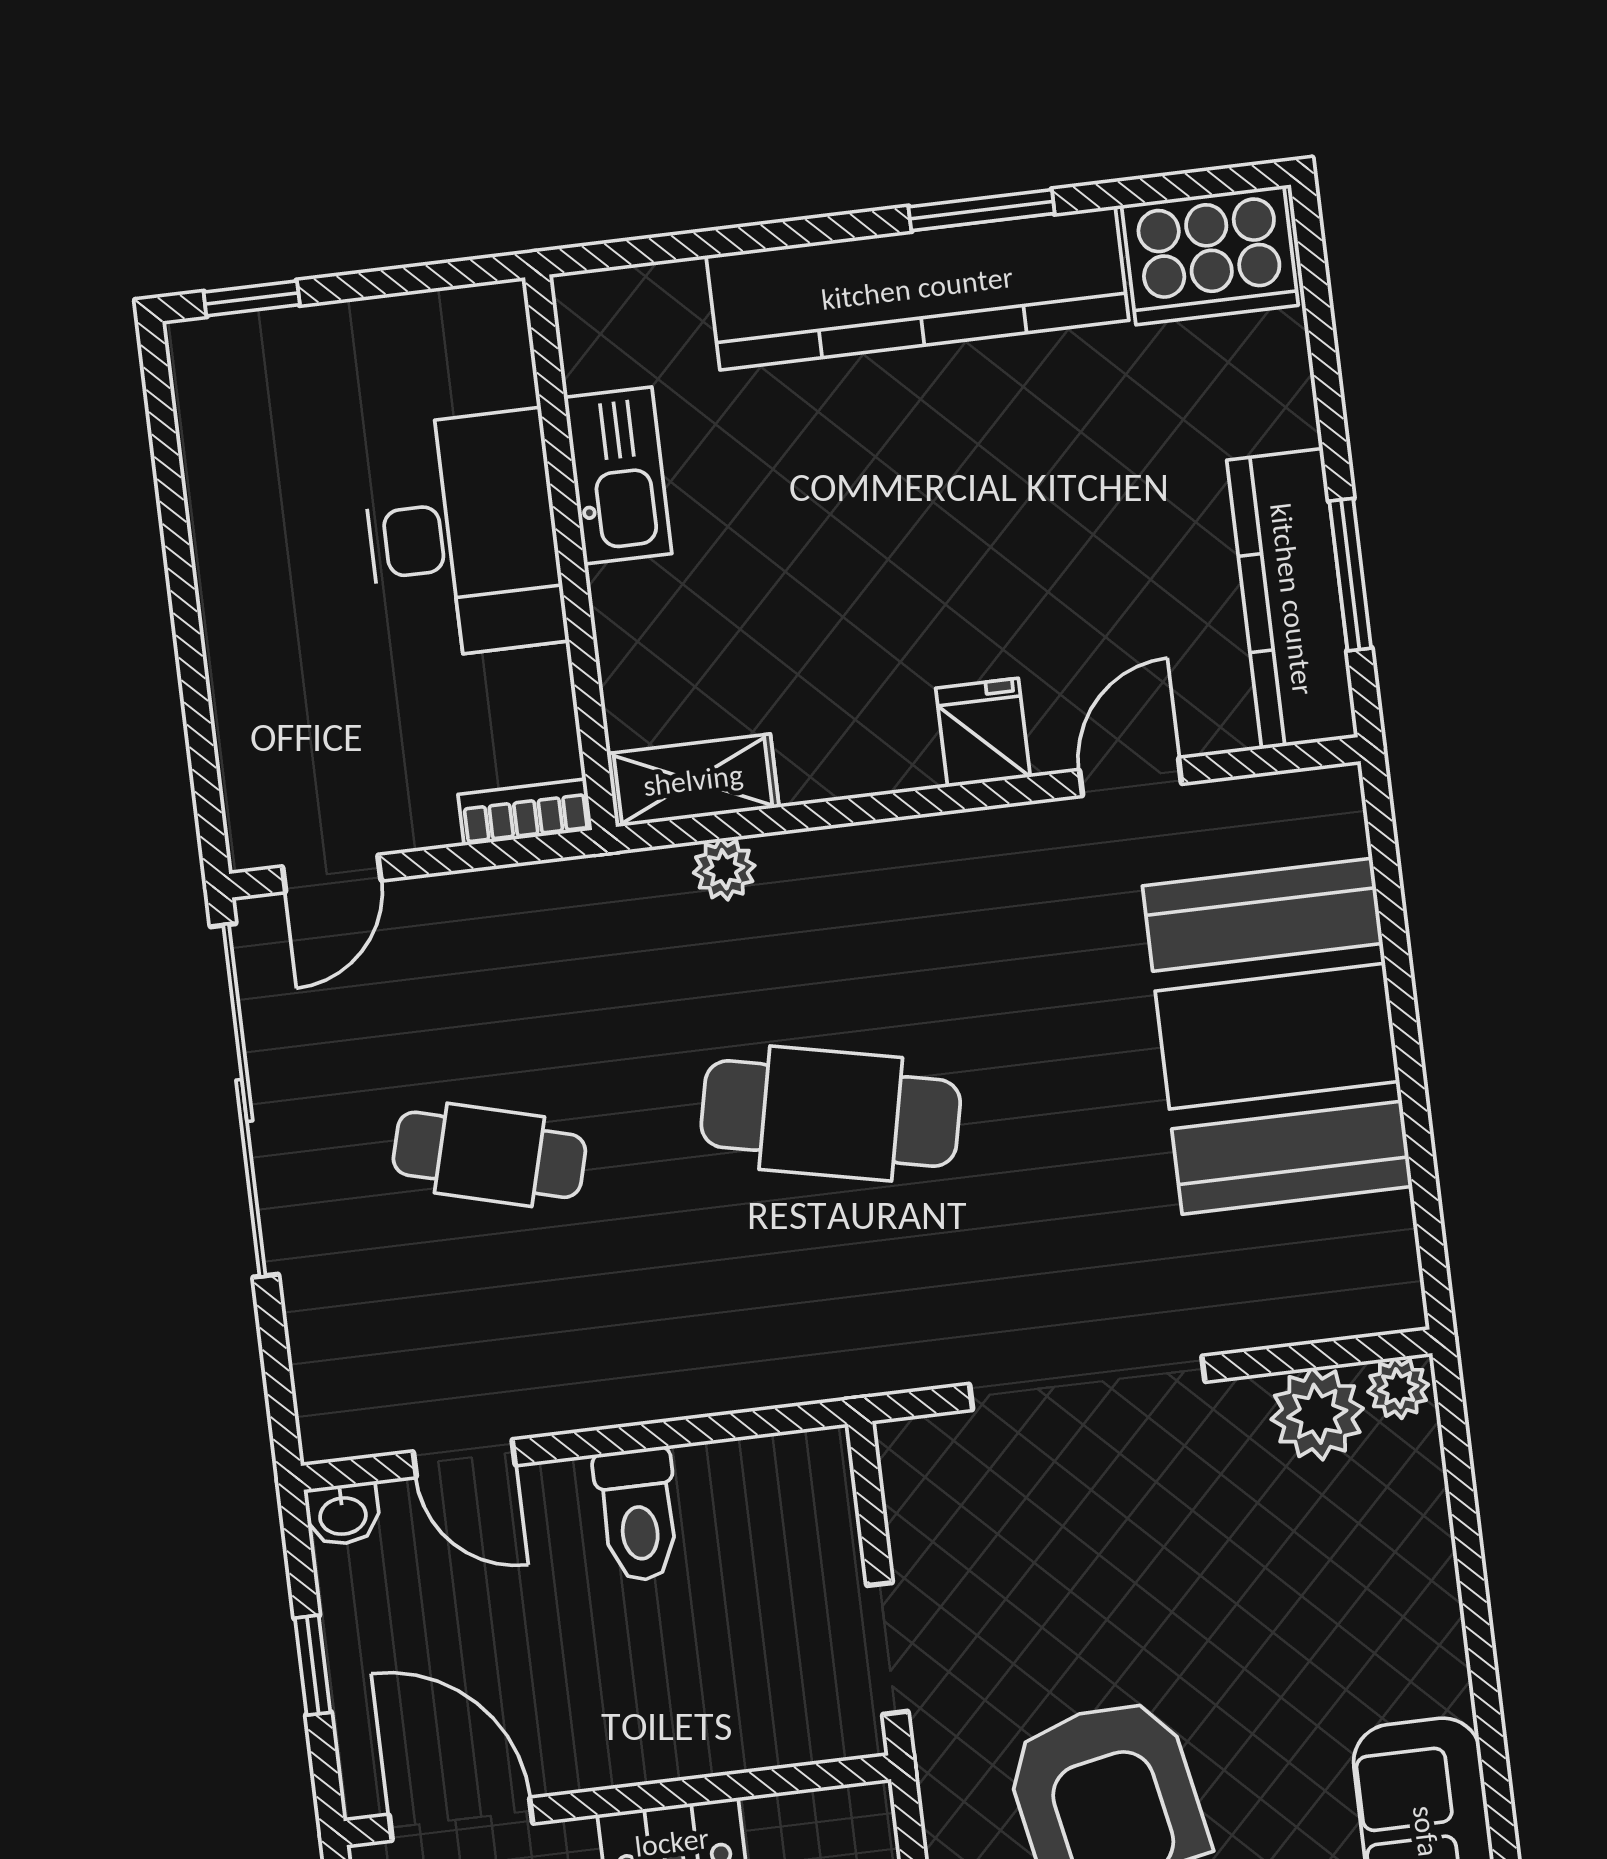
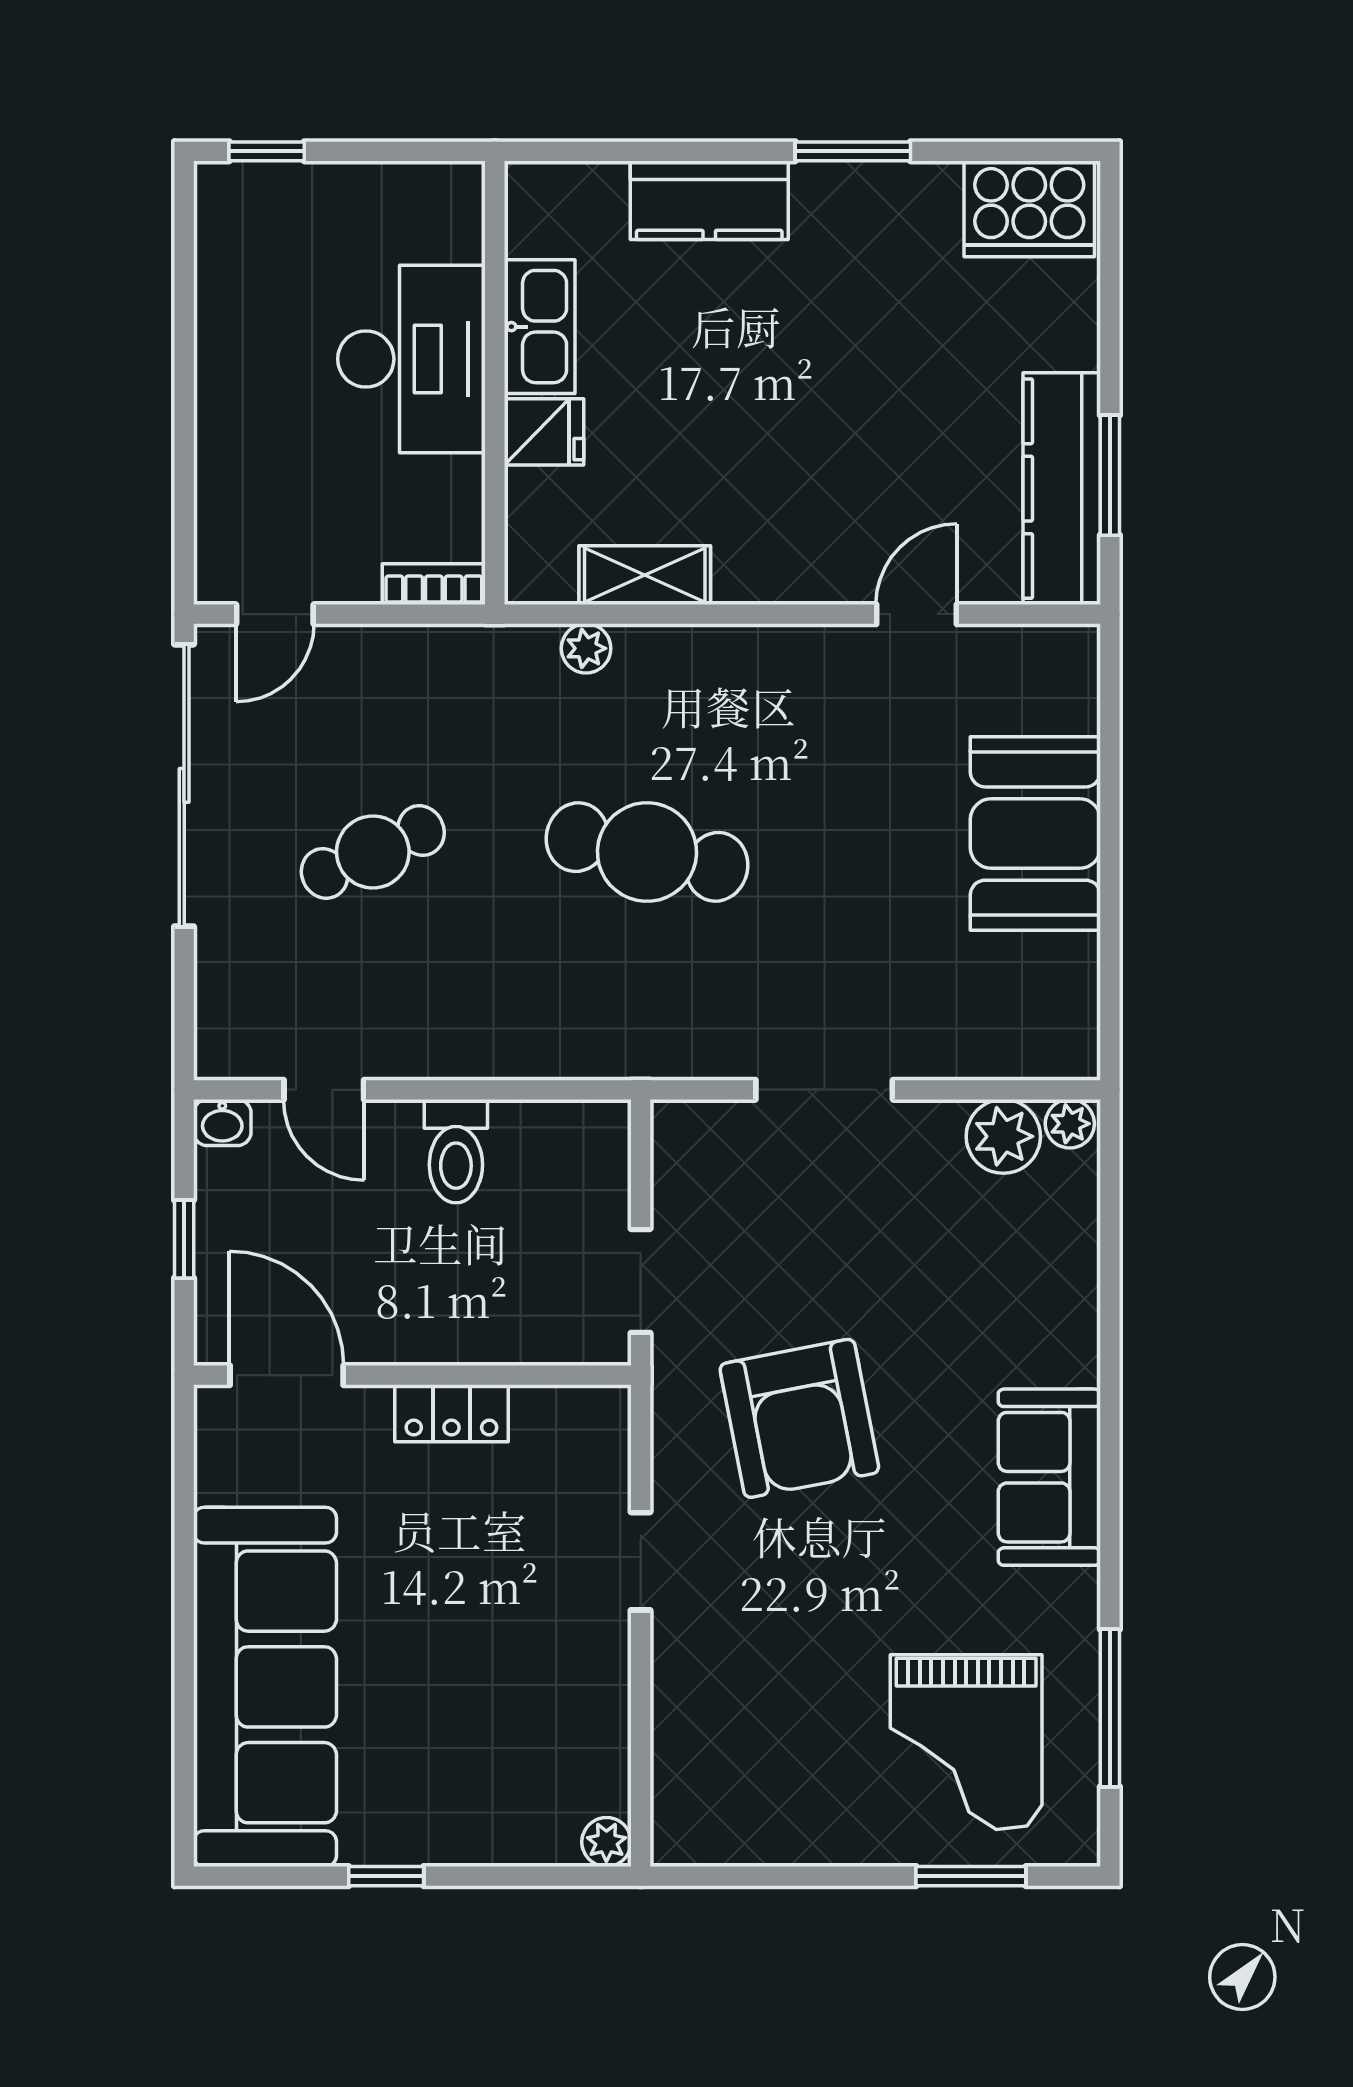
kitchen counter: (917, 288) -> (709, 200), width x0.48, depth x0.86
fridge: (983, 733) -> (544, 432), moved, turned 90
shelving: (693, 780) -> (645, 575), moved
booth: (1277, 1036) -> (1035, 834), width x0.73, depth x0.70
cafe table: (489, 1155) -> (373, 852), turned -39
doorway: (1087, 1383) -> (824, 1090), width x0.73

